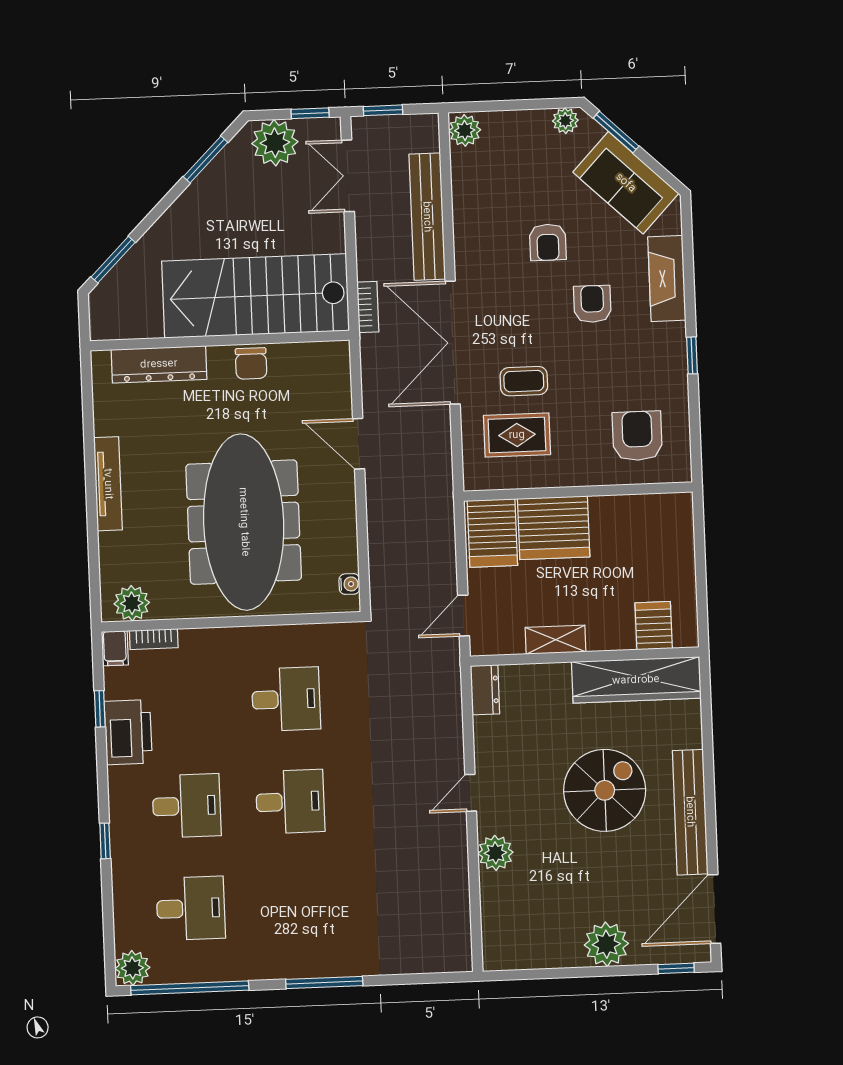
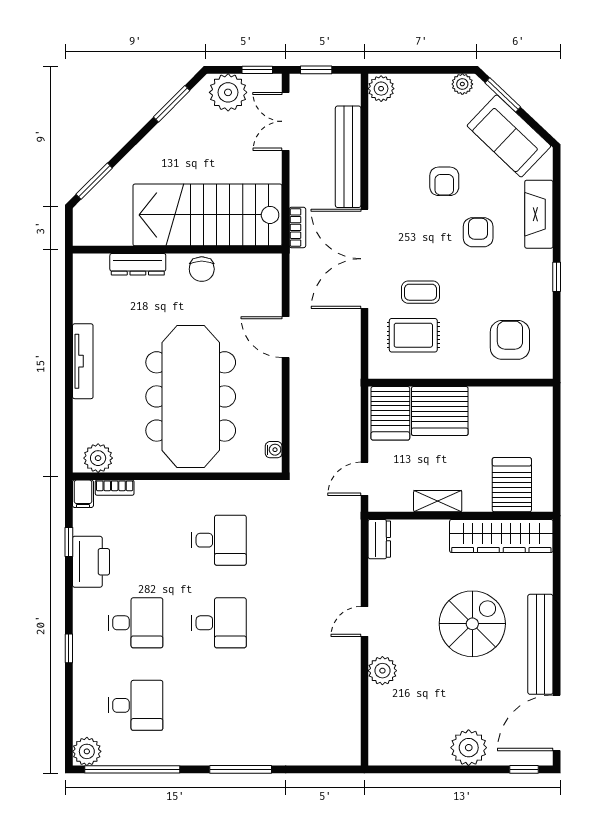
dresser: (159, 364) -> (138, 264), width x0.73, depth x0.80
server rack: (654, 626) -> (512, 485), width x1.36, depth x1.44

